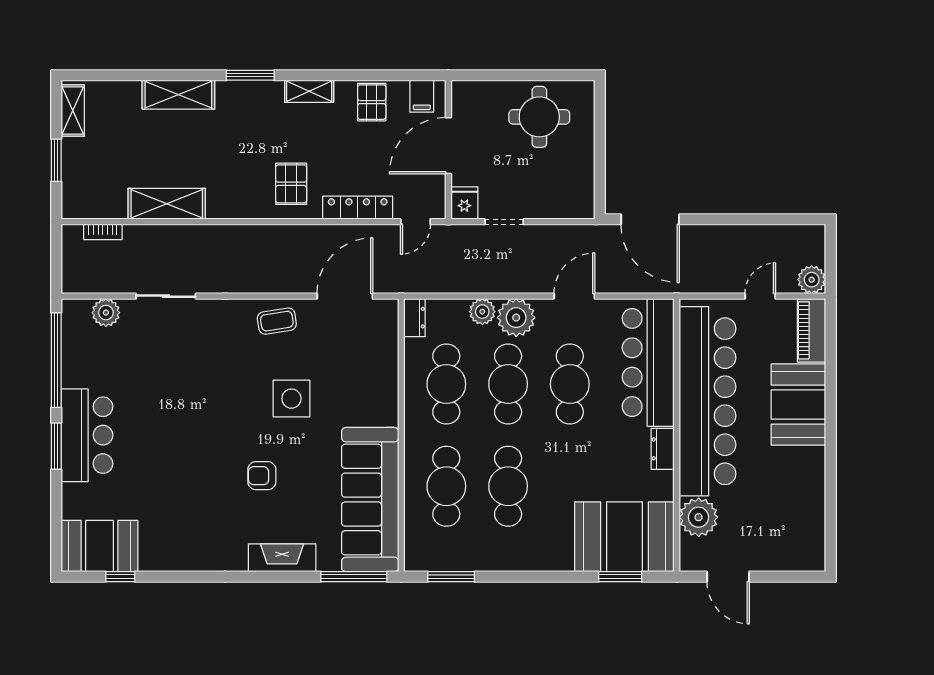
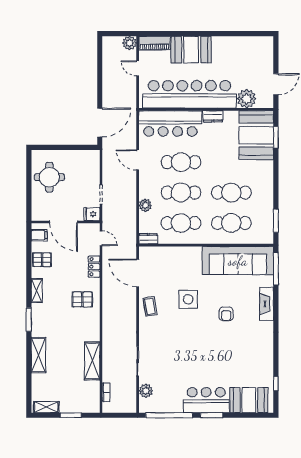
locker: (358, 208) -> (94, 267), width x0.66
plant: (516, 318) -> (148, 189), removed
booth: (100, 546) -> (249, 400), moved, turned 90

